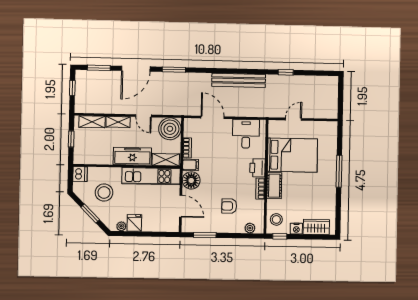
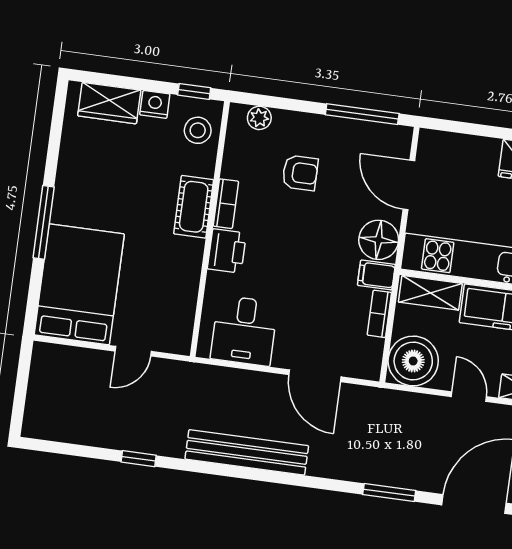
bed: (292, 155) -> (79, 284), moved, turned 90
window: (205, 235) -> (362, 114), width x1.44

